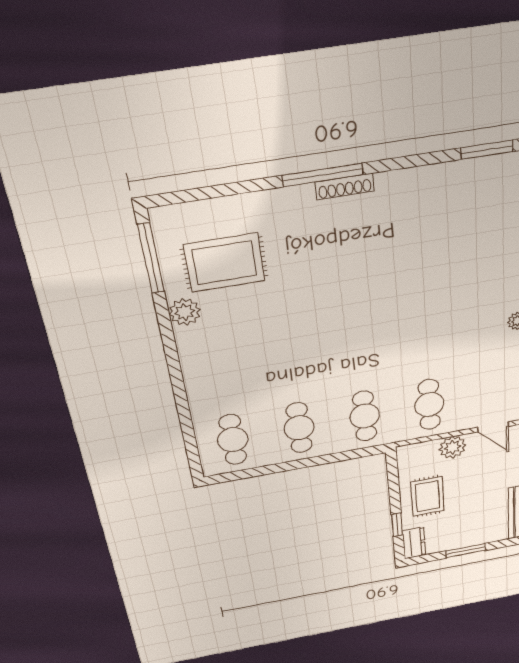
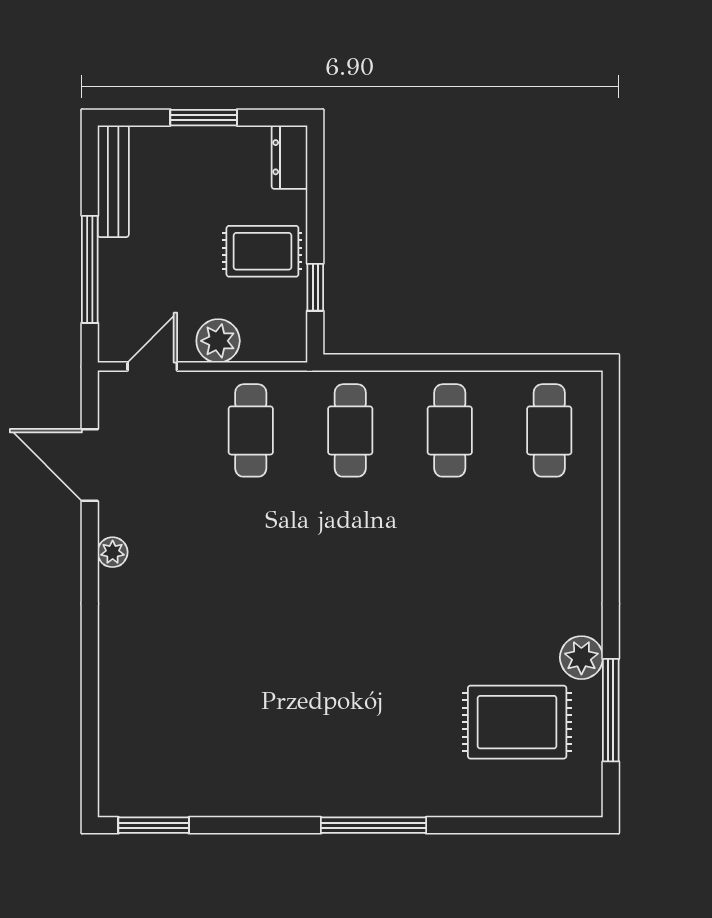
shoe rack: (345, 187) -> (346, 804), removed
window: (151, 258) -> (611, 710), moved
door: (493, 427) -> (152, 366), hinge flipped
rug: (427, 496) -> (262, 251), turned 90
window: (397, 525) -> (315, 287), moved

